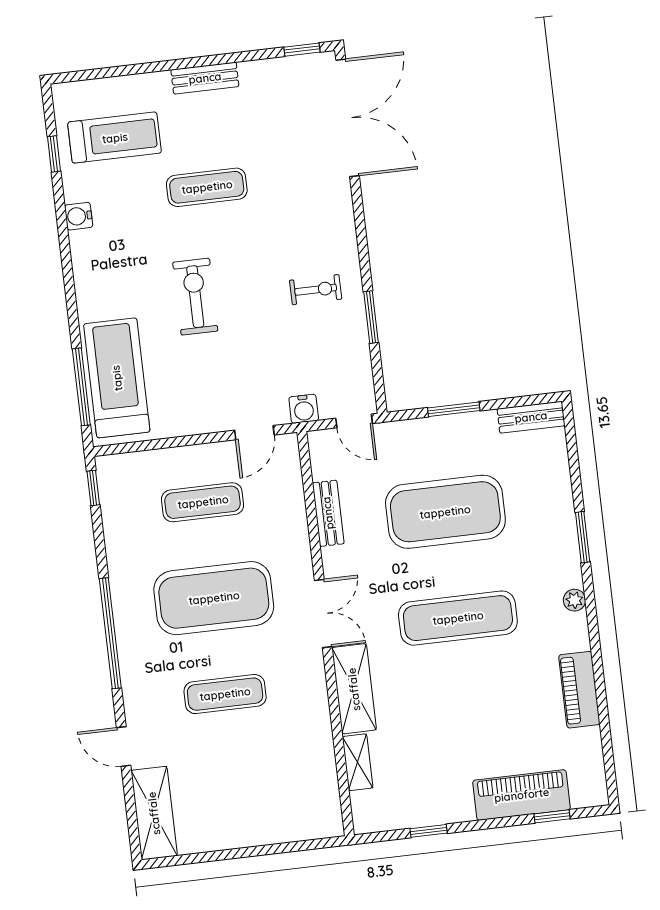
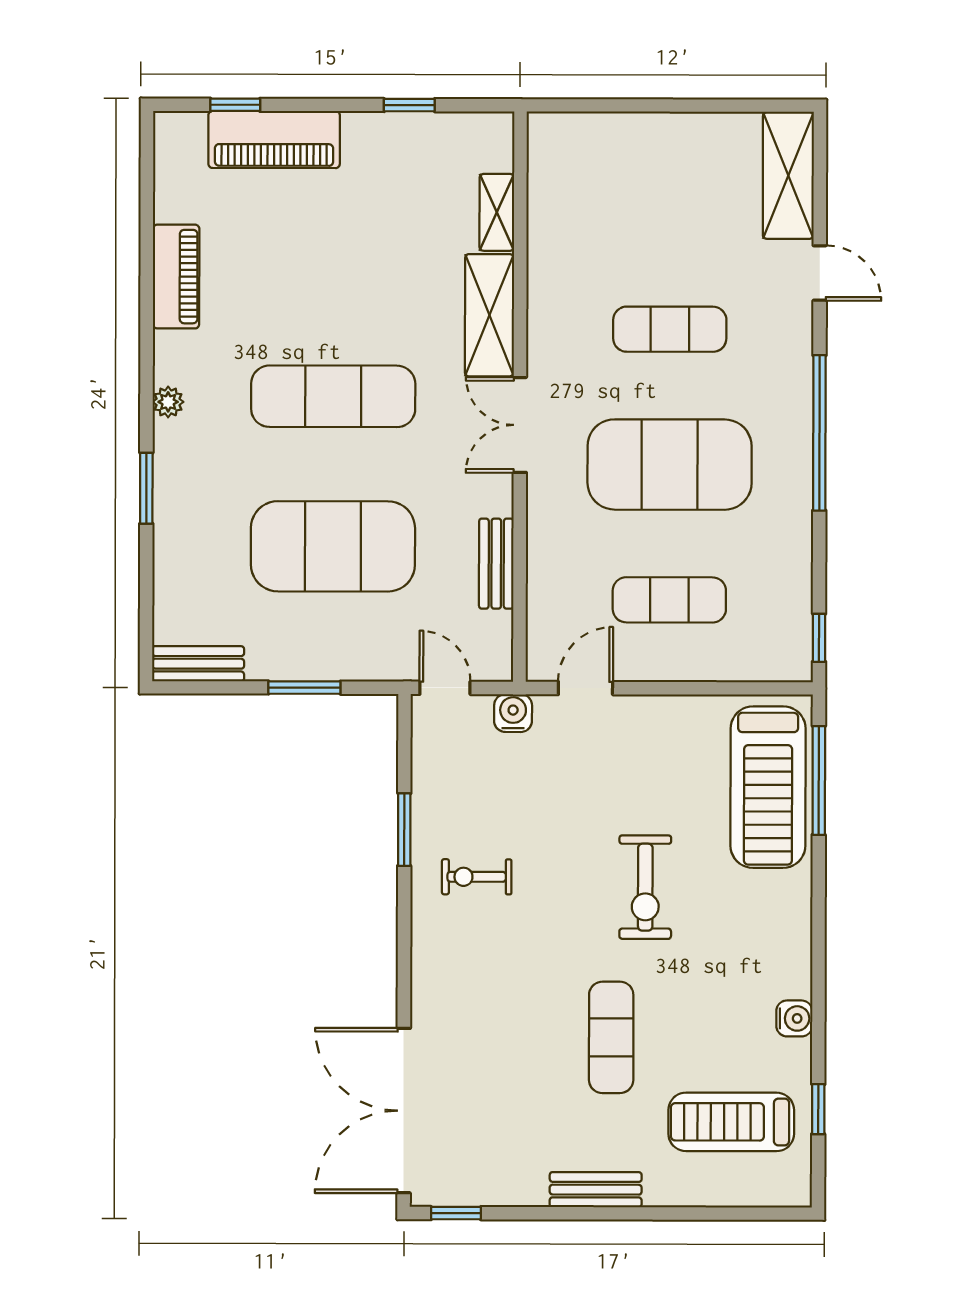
exercise mat: (207, 187) -> (611, 1037), turned 90

